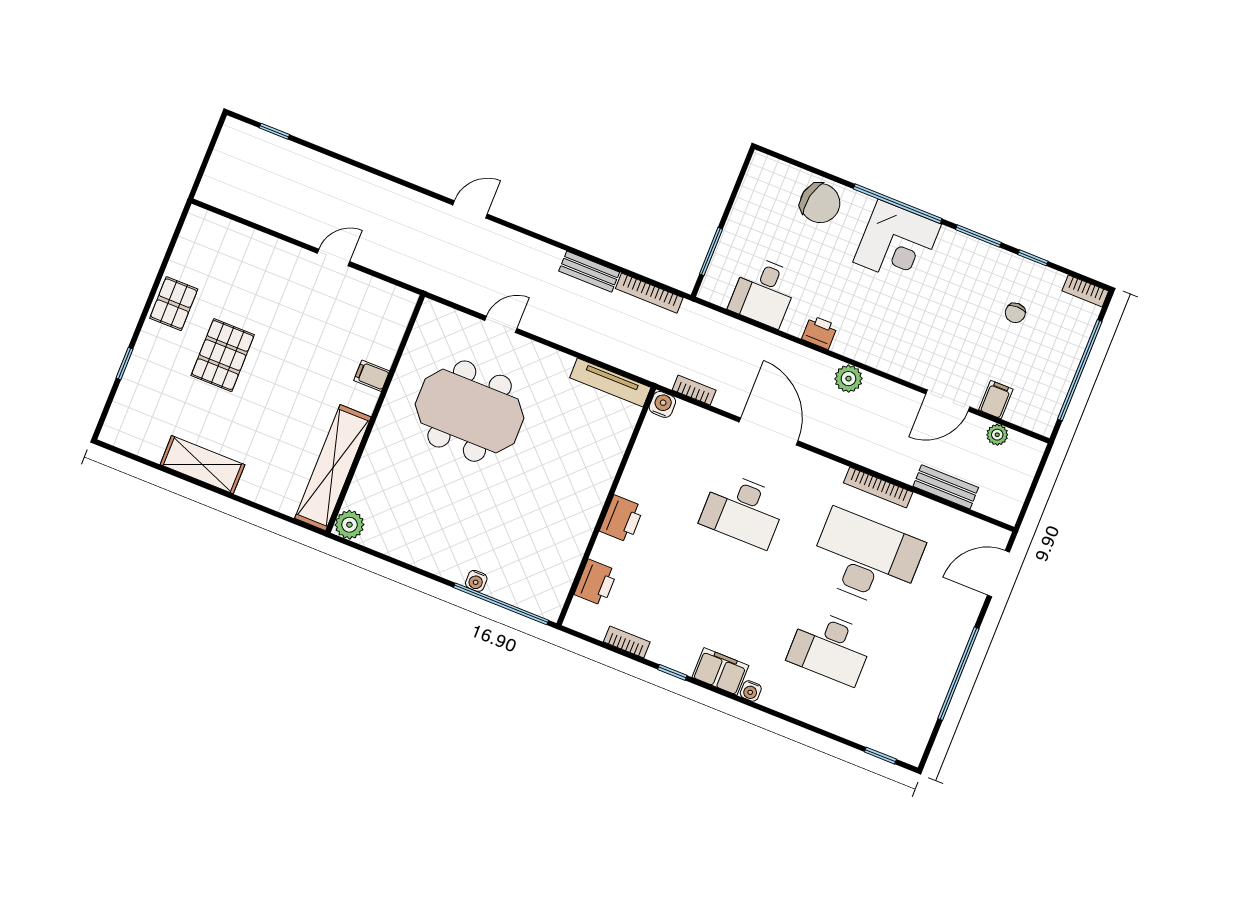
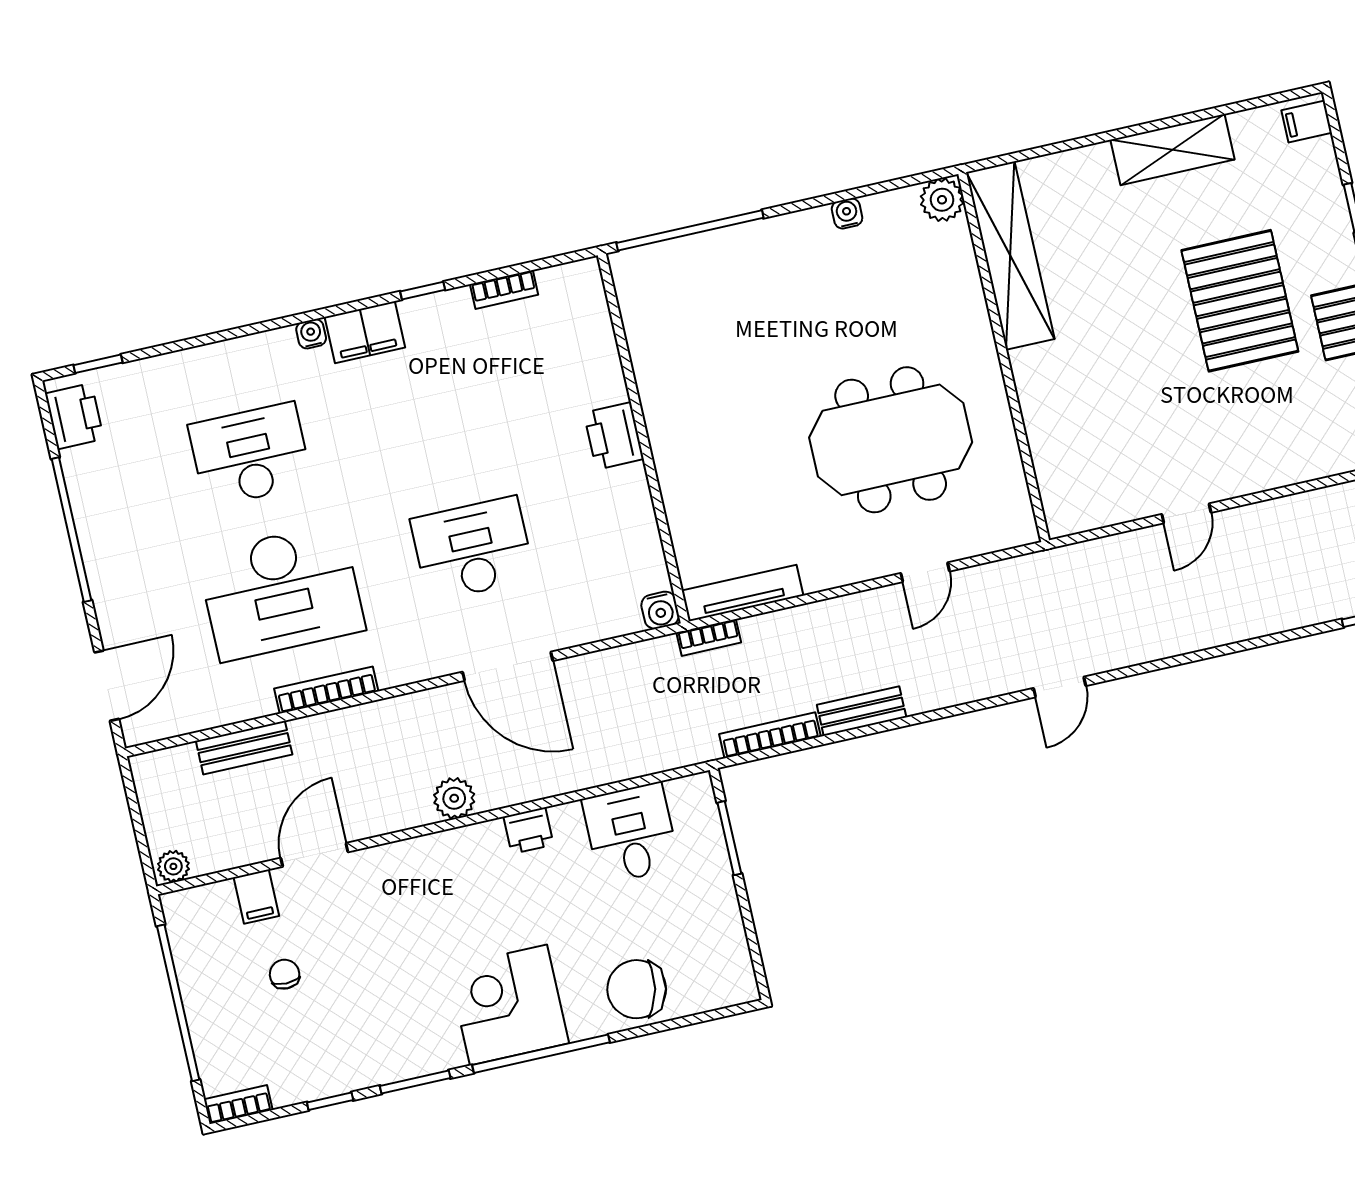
chair: (1015, 313) -> (285, 974), moved
pallet: (223, 355) -> (1240, 301), width x1.37, depth x1.41
filing cabinet: (372, 376) -> (1307, 122), moved, turned 180
bookcase: (694, 390) -> (709, 638), moved
plant: (997, 435) -> (173, 866), moved
water cooler: (476, 581) -> (847, 213), moved
printer: (596, 583) -> (74, 416), moved, turned 180

